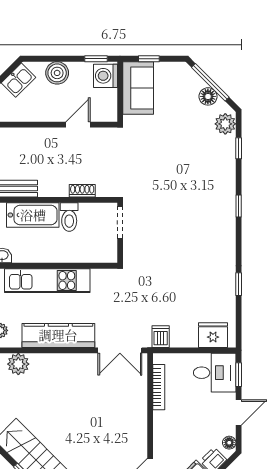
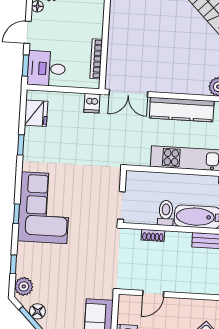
corner sofa: (208, 215) -> (44, 208), added
fridge: (213, 335) -> (36, 113), moved, turned -90
double door: (120, 350) -> (128, 93), swing flipped

